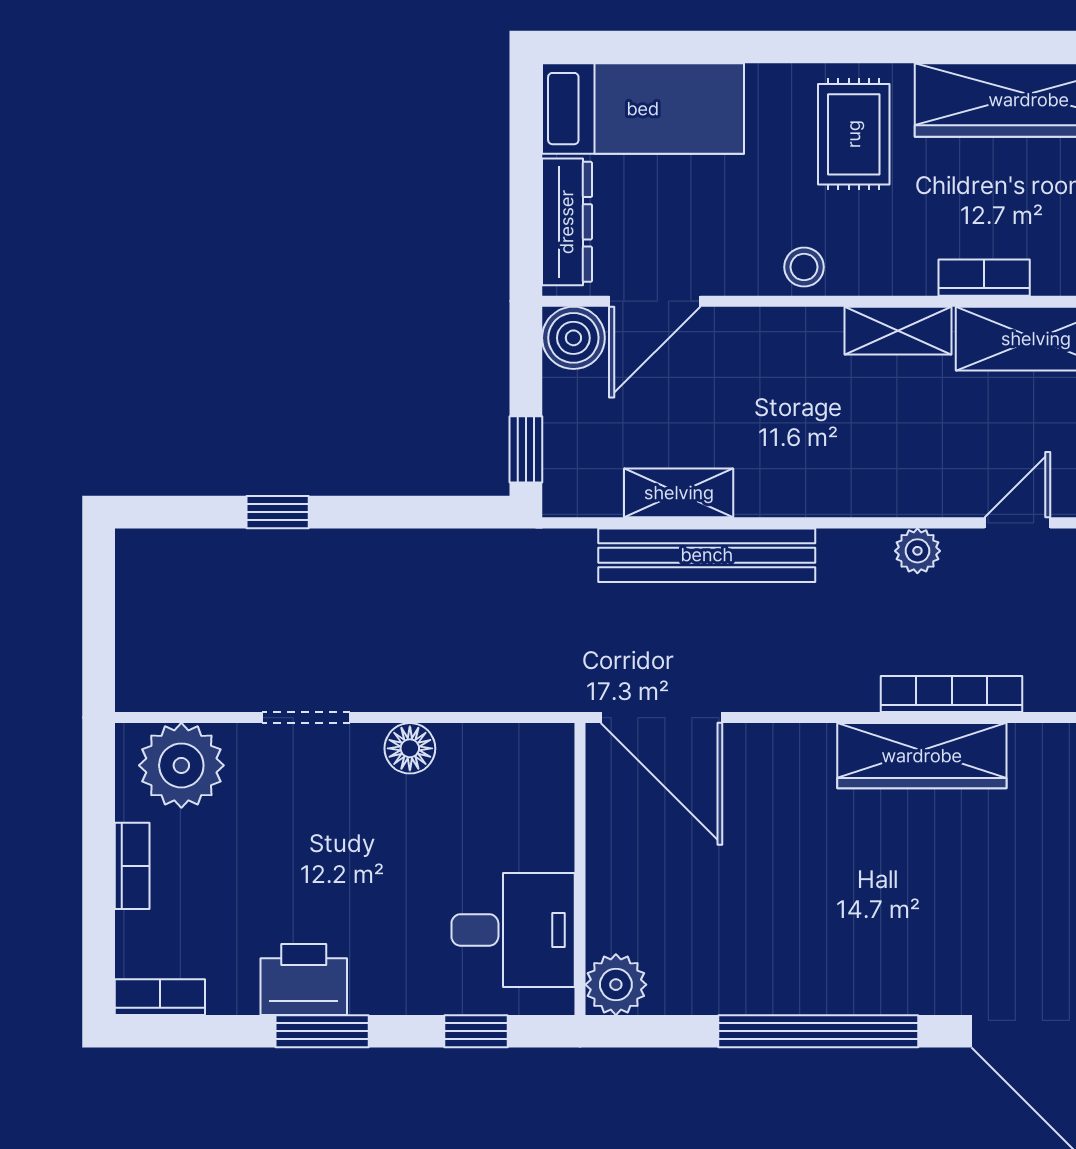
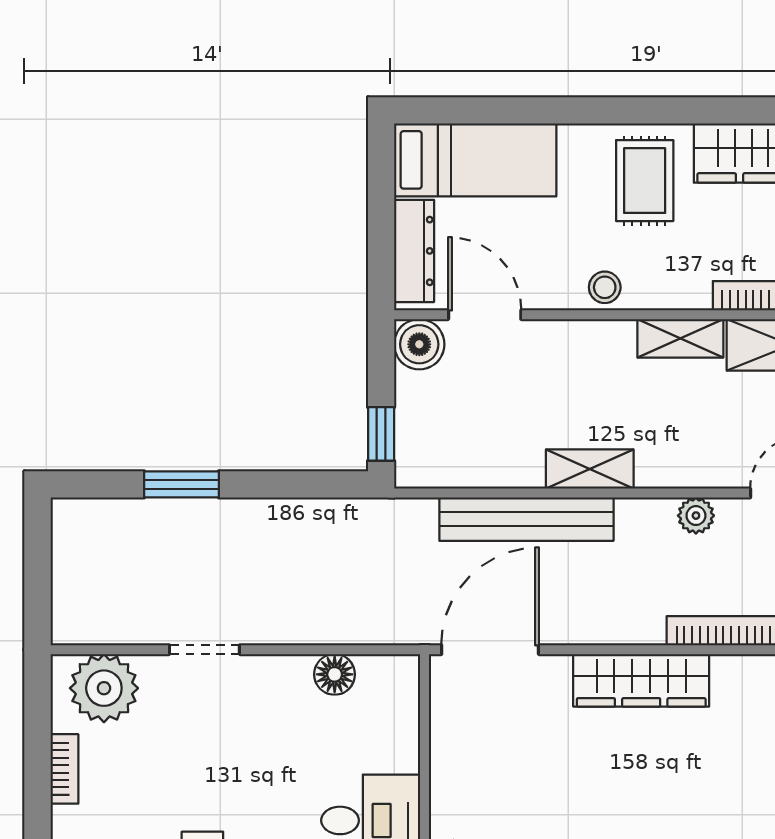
door: (655, 301) -> (485, 315), swing flipped
shelving: (679, 493) -> (590, 469), moved
window: (278, 512) -> (181, 484), width x1.50
door: (661, 718) -> (490, 650), swing flipped
floor lamp: (410, 748) -> (335, 674), moved
wardrobe: (922, 756) -> (641, 680), moved

